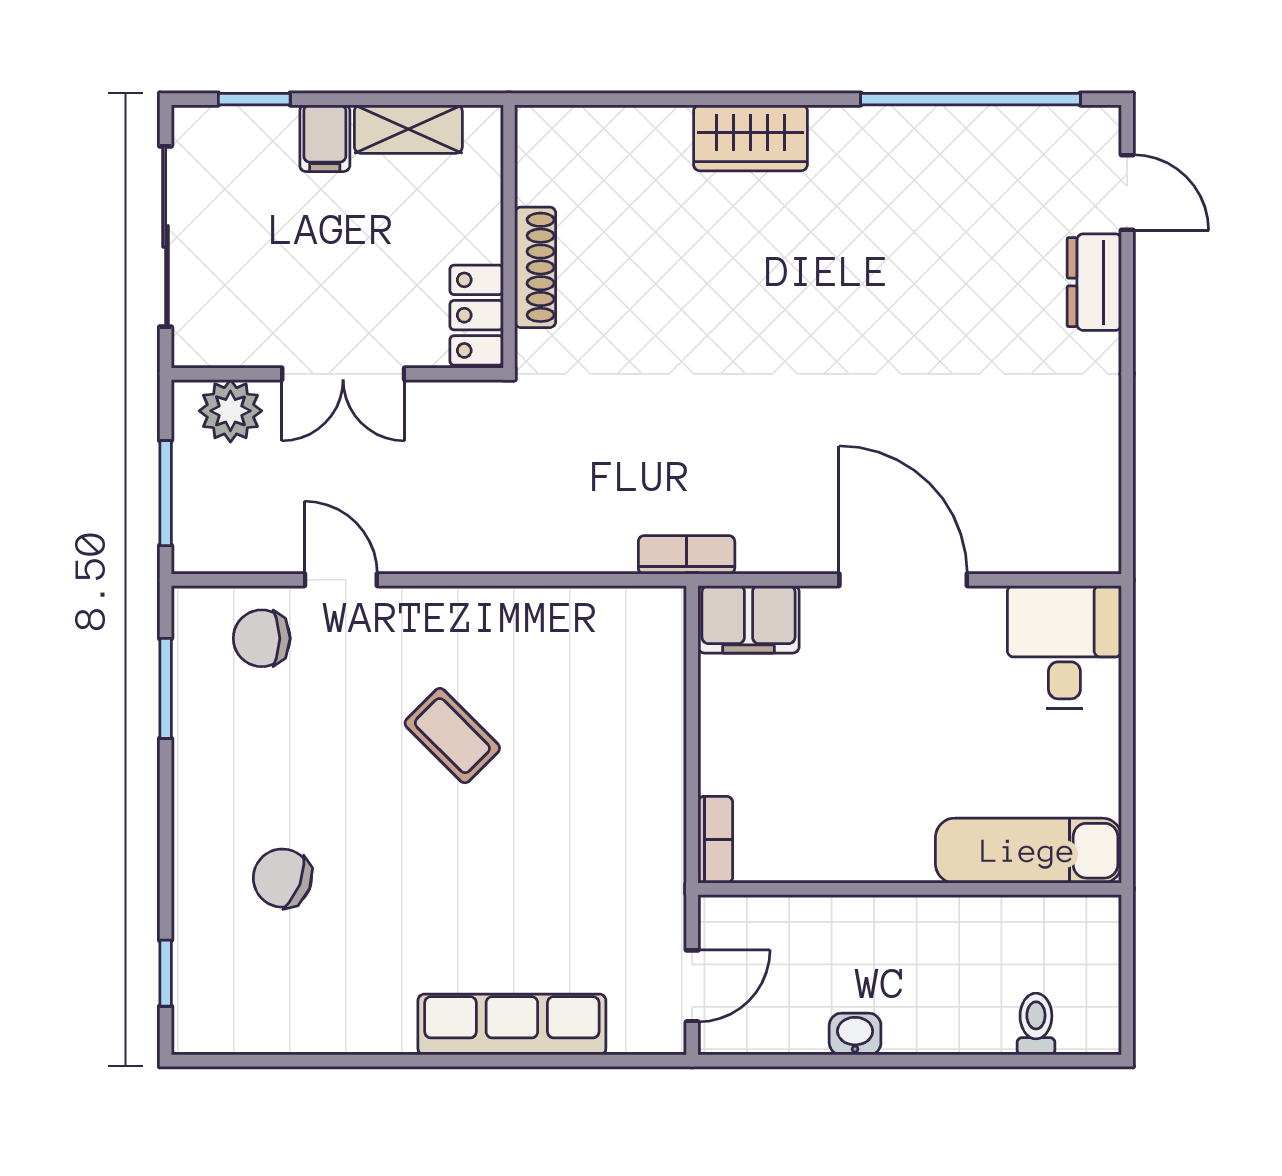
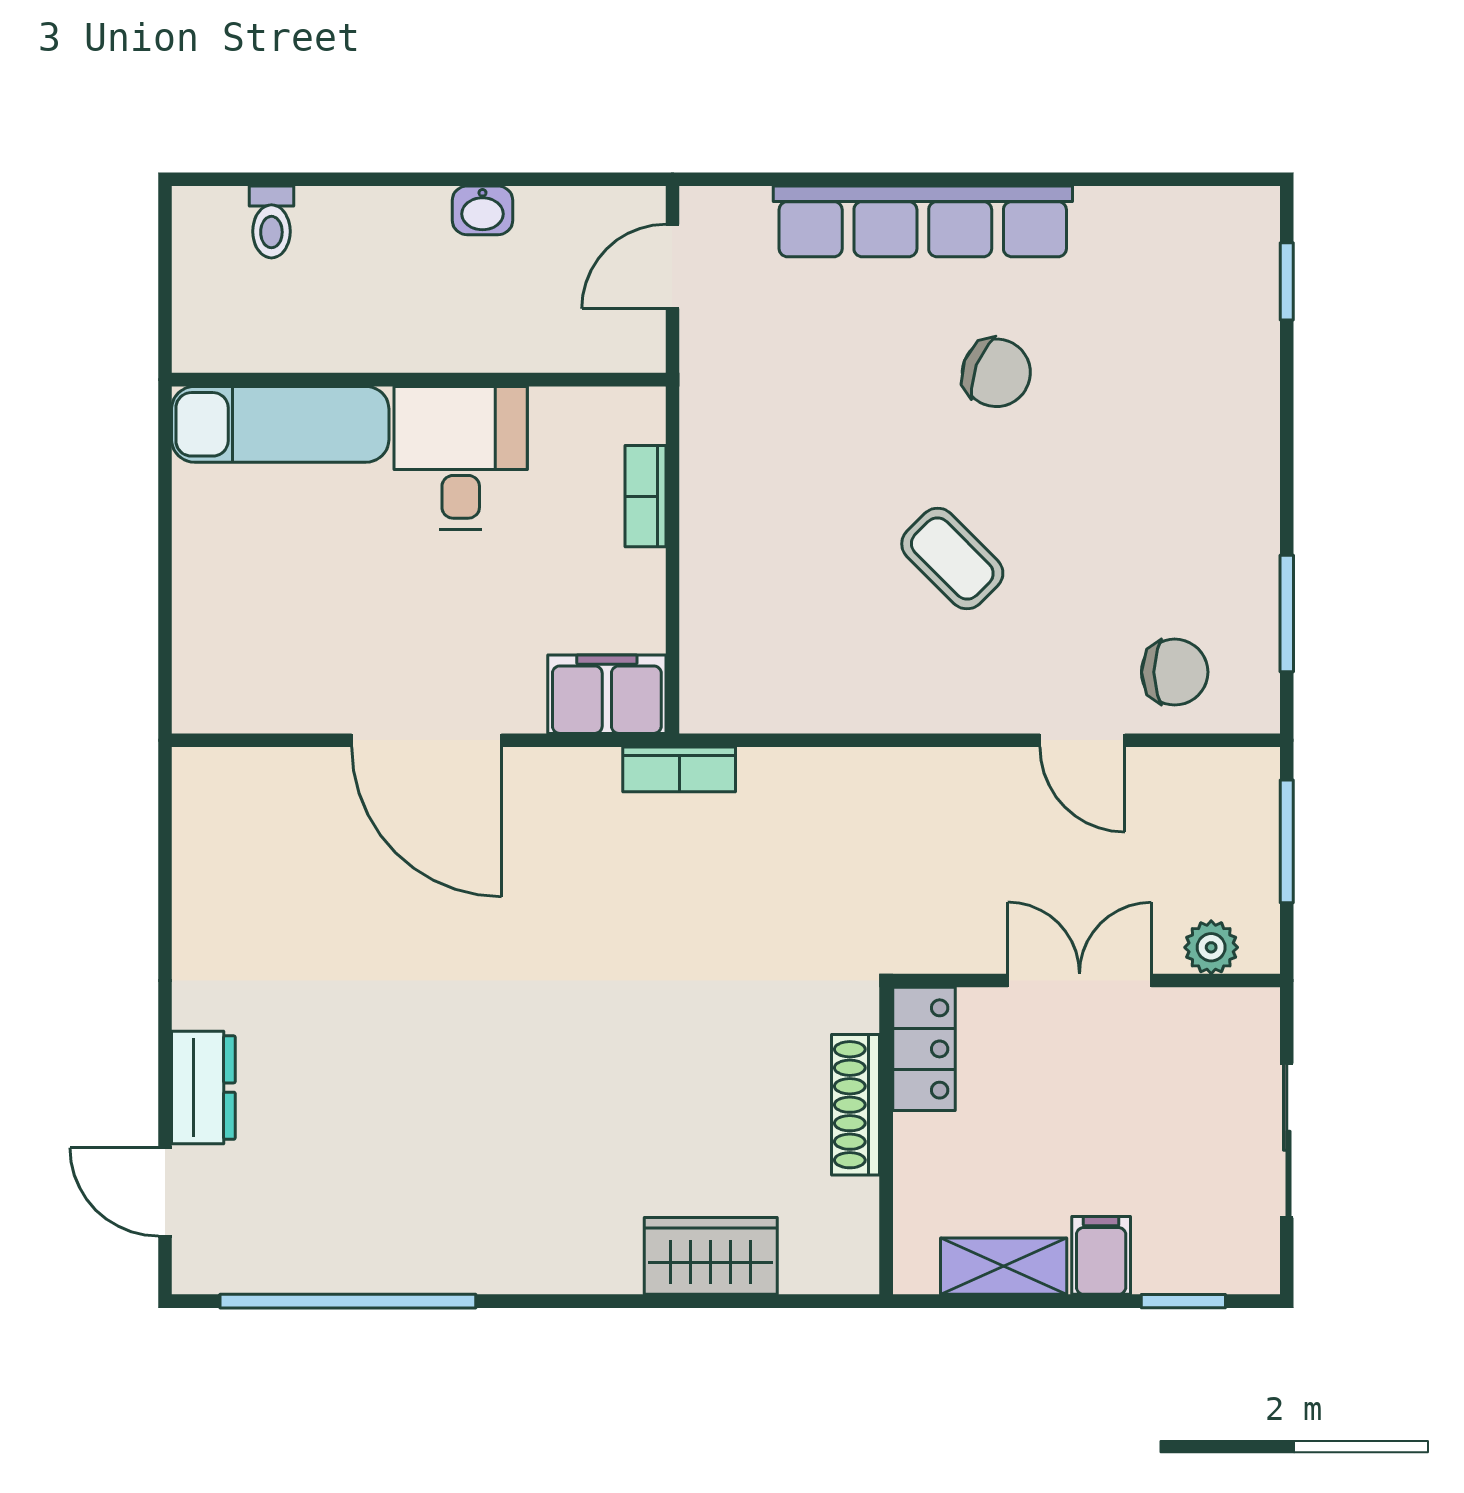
wardrobe: (750, 138) -> (711, 1256), moved
sliding door: (166, 236) -> (1287, 1141), width x0.73
plant: (230, 411) -> (1211, 947), width x0.73, depth x0.73
desk: (1064, 647) -> (461, 458), moved, turned 180
bookcase: (715, 840) -> (646, 496), moved
chair: (282, 878) -> (996, 373), moved
row of seats: (512, 1025) -> (923, 221), width x1.36

